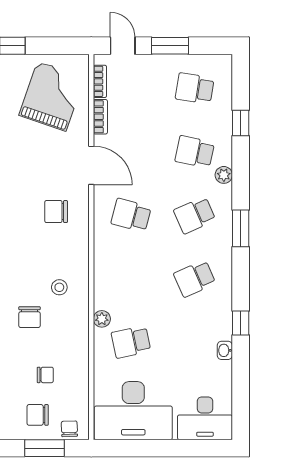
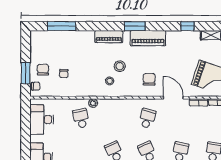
door: (91, 165) -> (173, 98), swing flipped
stool: (31, 268) -> (120, 66), added
chair: (29, 317) -> (94, 65), removed
desk: (133, 411) -> (42, 120), width x0.73, depth x0.77

